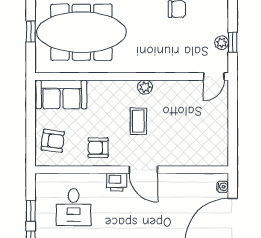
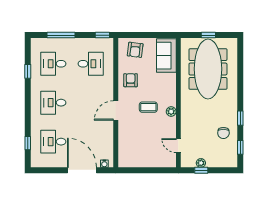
door: (214, 76) -> (178, 146), moved
printer: (117, 182) -> (107, 93), removed
desk: (74, 207) -> (91, 64), turned 180
window: (31, 211) -> (102, 35), moved

